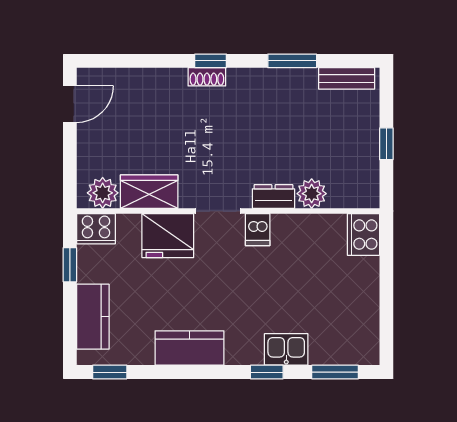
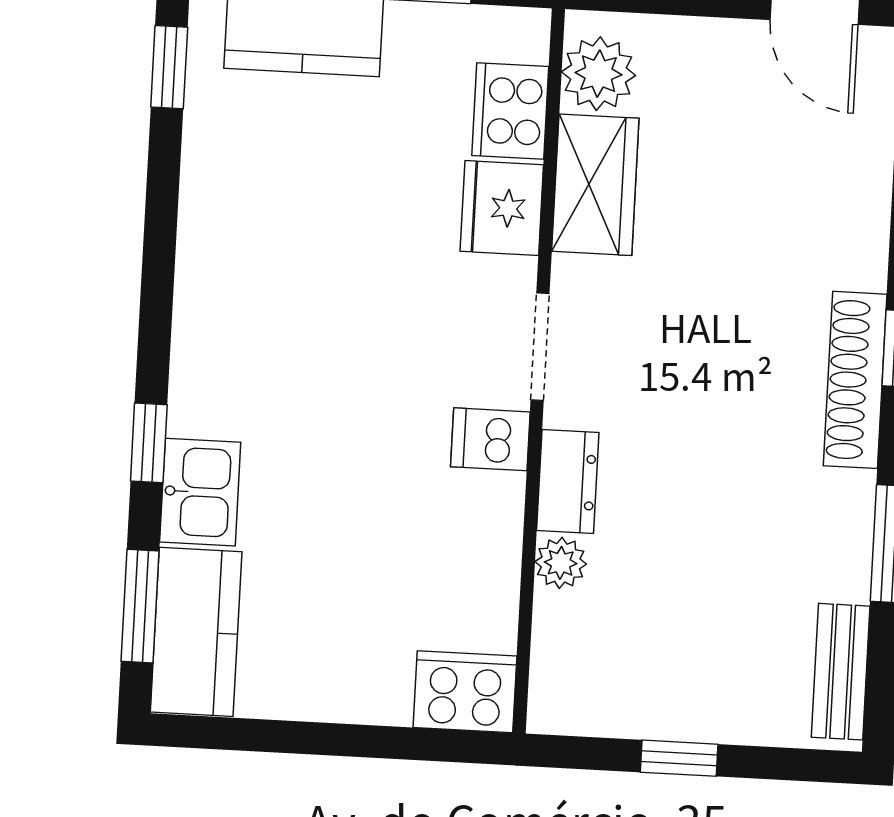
shoe rack: (207, 77) -> (855, 380), width x1.94, depth x1.24
plant: (312, 194) -> (561, 563), width x0.73, depth x0.73
cooker: (96, 229) -> (510, 111), moved
fridge: (168, 236) -> (502, 208), width x0.73, depth x0.75
kitchen counter: (189, 348) -> (196, 632), moved

